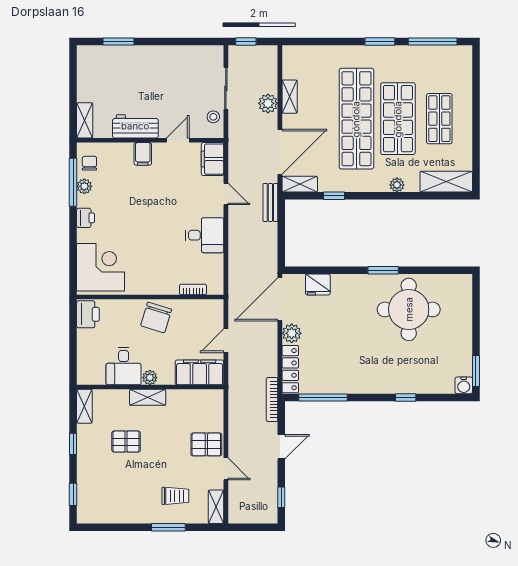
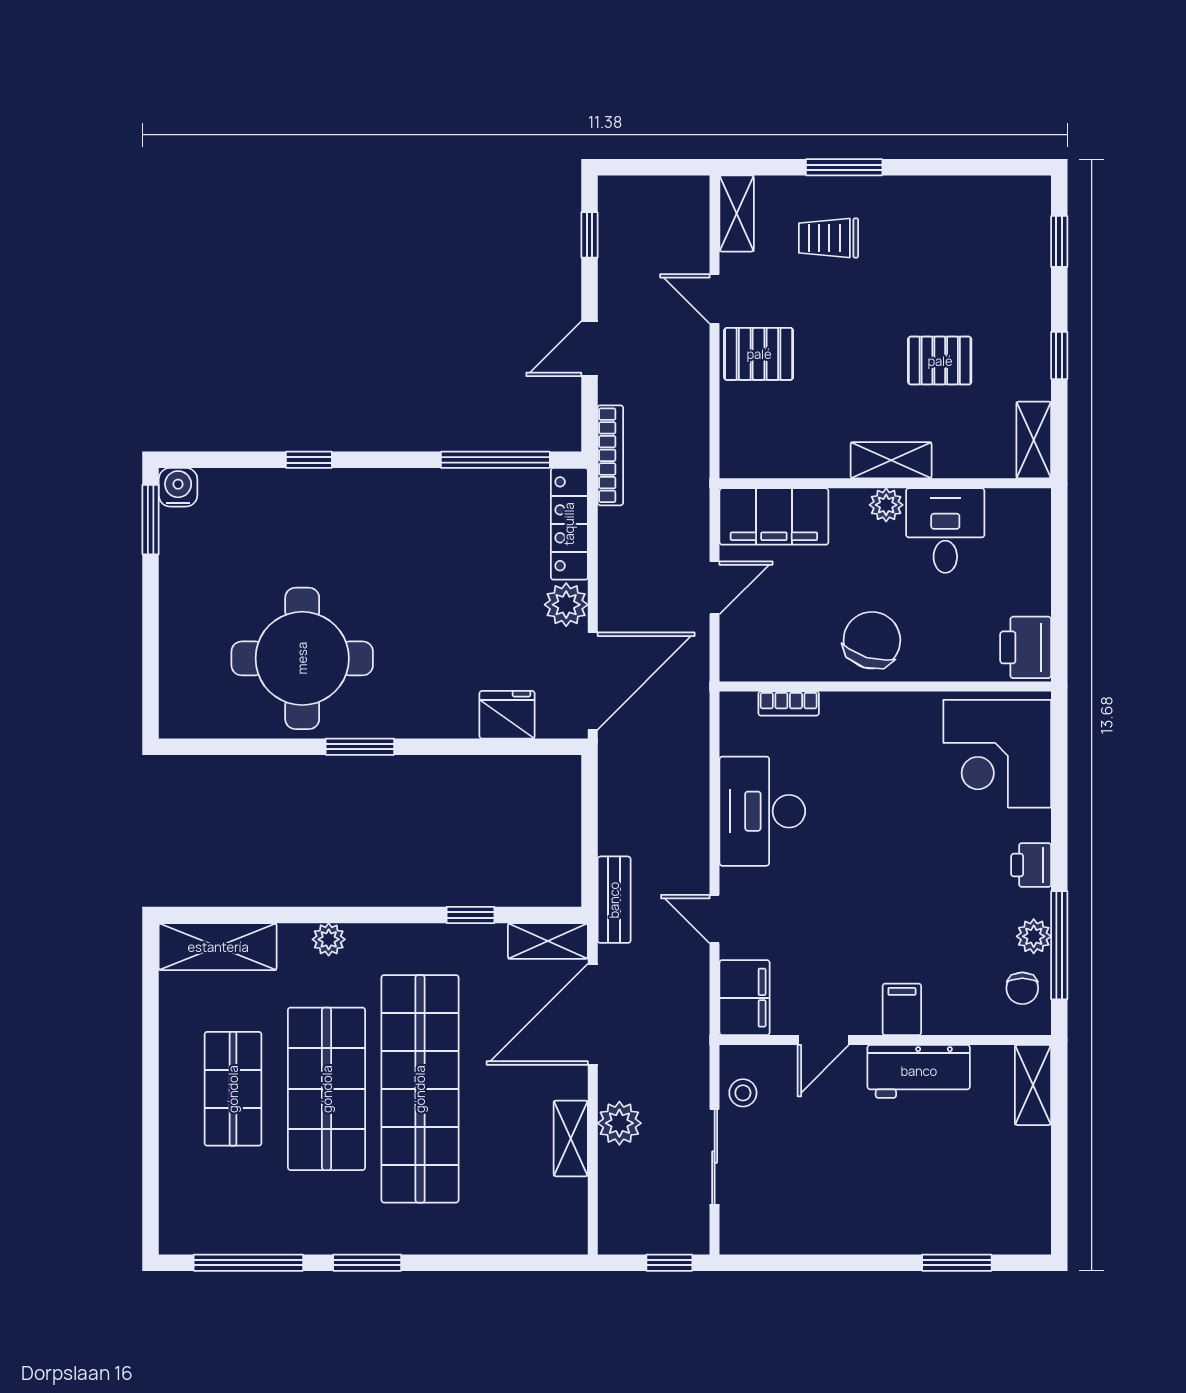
desk: (205, 235) -> (762, 811), width x1.37

